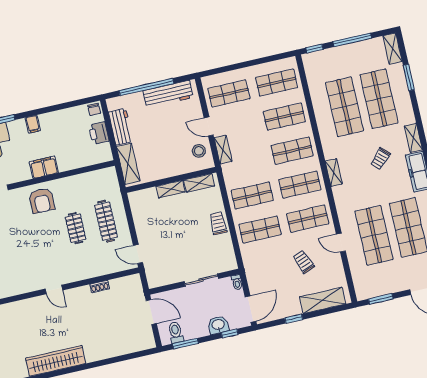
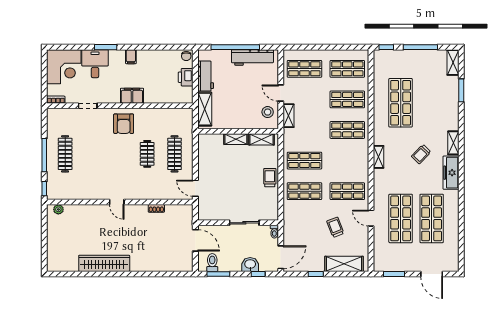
shop shelf: (379, 99) -> (432, 103), removed
shop shelf: (300, 185) -> (347, 161), removed

